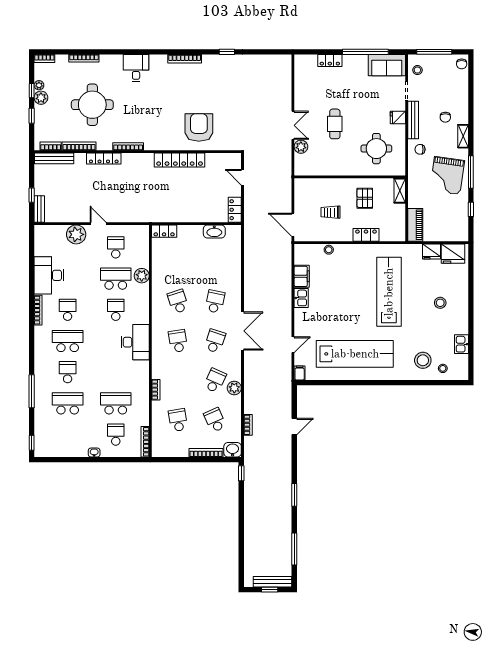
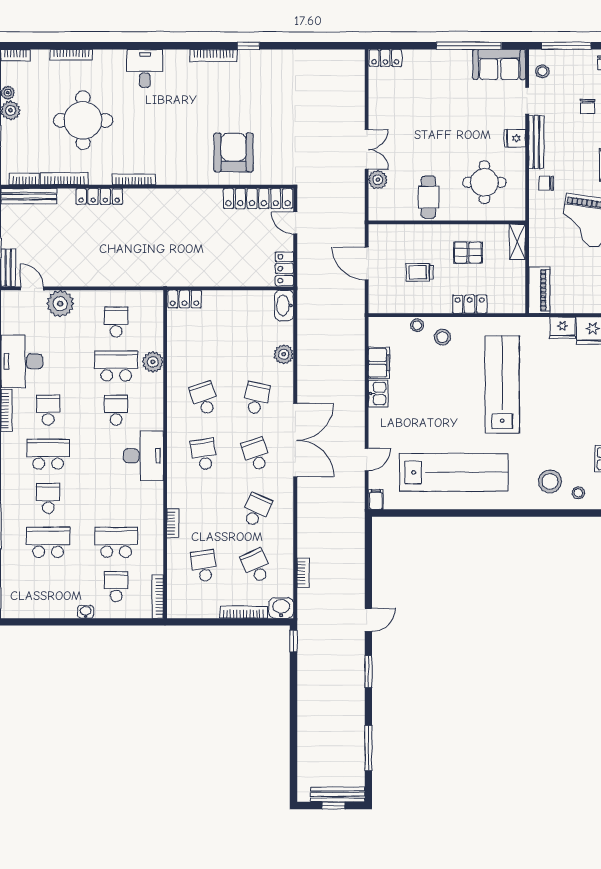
window: (227, 52) -> (248, 46), moved
locker: (330, 61) -> (385, 58), moved
chair: (445, 117) -> (587, 106), moved
cafe table: (335, 124) -> (428, 197), moved
locker: (180, 160) -> (258, 199), moved
pallet: (365, 198) -> (468, 252), turned 90
door: (98, 224) -> (32, 288), moved
door: (293, 225) -> (367, 263), moved
washbasin: (214, 231) -> (284, 305), moved, turned 90
stool: (440, 303) -> (442, 337), moved
double door: (243, 331) -> (295, 440), width x1.36
school desk: (215, 341) -> (256, 454), turned -36
plant: (234, 388) -> (284, 354), moved
door: (294, 427) -> (368, 620), moved

